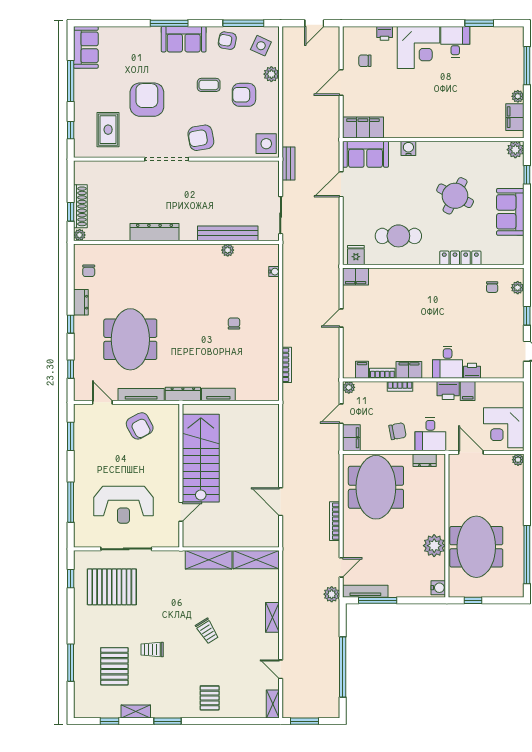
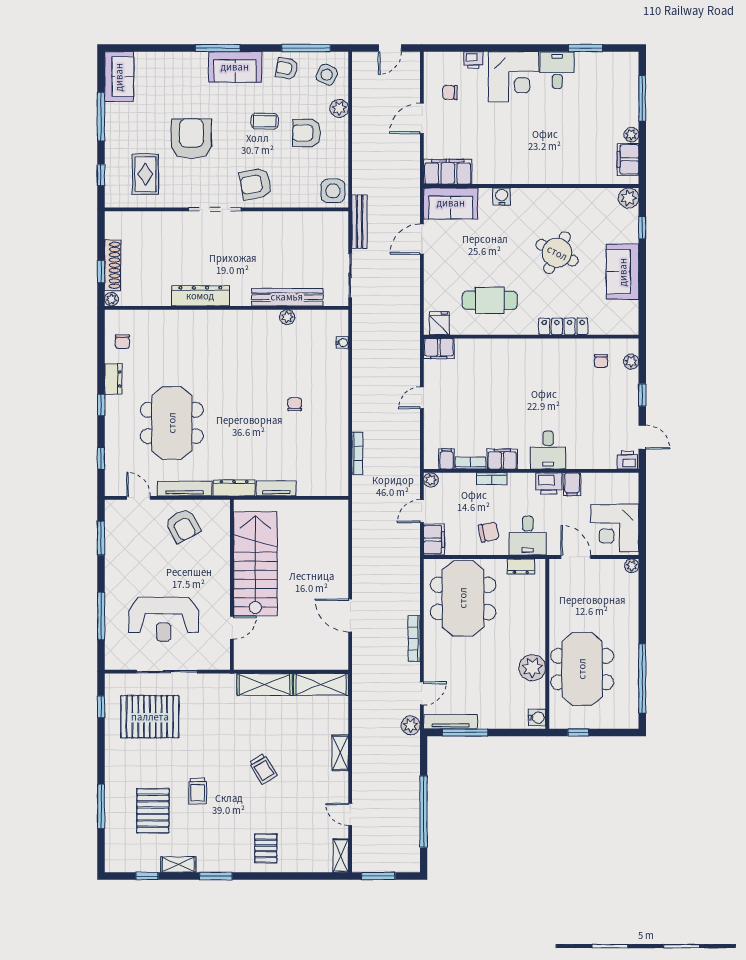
bench: (289, 163) -> (359, 222), width x1.36
printer: (472, 371) -> (627, 460), moved
trolley: (152, 650) -> (198, 791), turned -90

